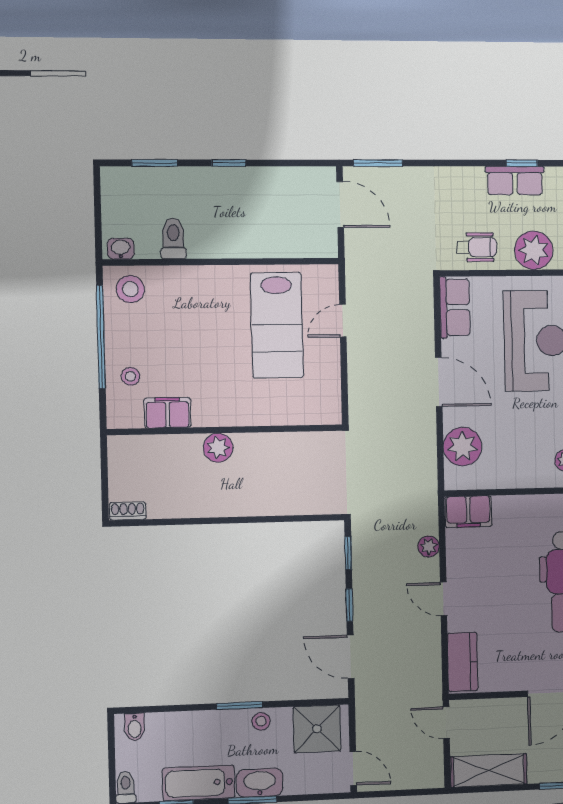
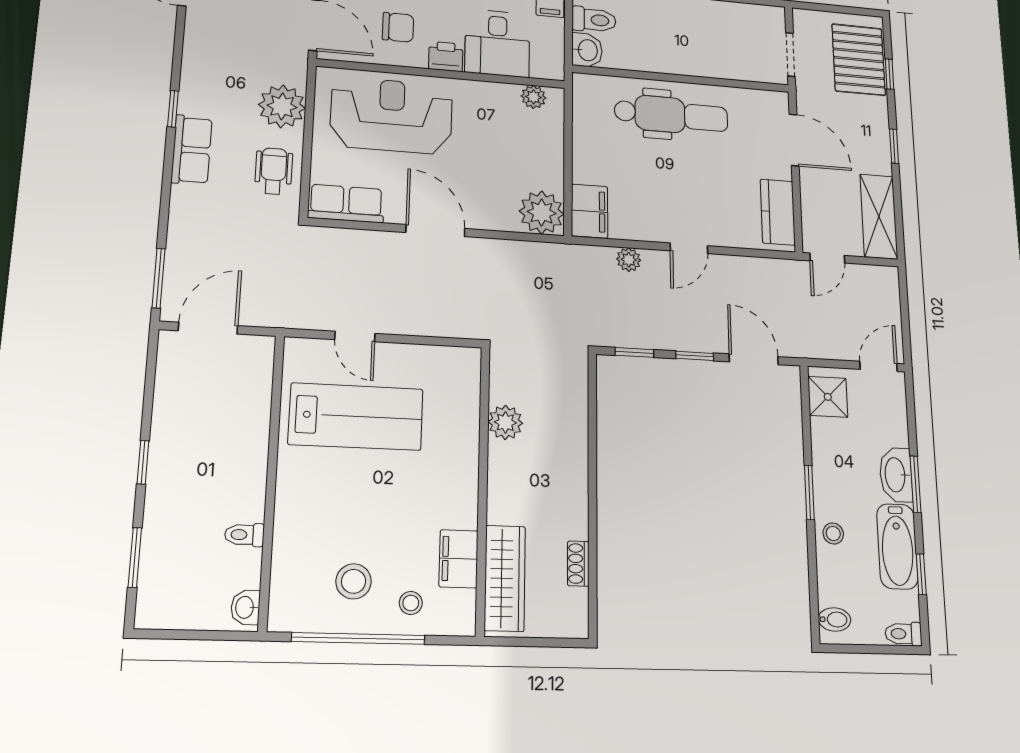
row of seats: (515, 181) -> (192, 150), moved
toilet: (173, 238) -> (244, 535), width x0.73, depth x0.72
stool: (130, 289) -> (354, 581), moved
door: (439, 382) -> (435, 230), hinge flipped
plant: (463, 447) -> (542, 213), moved
plant: (218, 448) -> (505, 422), moved
wardrobe: (154, 450) -> (505, 578), added
shoe rack: (128, 511) -> (578, 564), moved
door: (351, 657) -> (754, 359), swing flipped
kitchen counter: (463, 662) -> (778, 212), moved, turned -90
stool: (261, 721) -> (833, 533), moved
shower: (317, 729) -> (828, 397), width x0.73, depth x0.73

